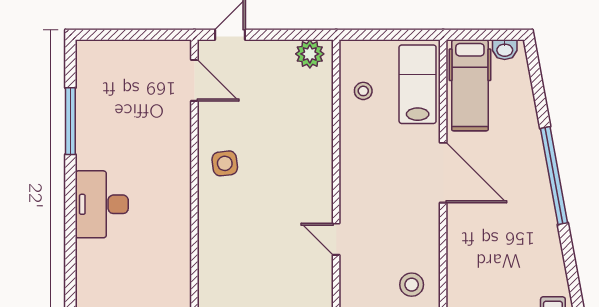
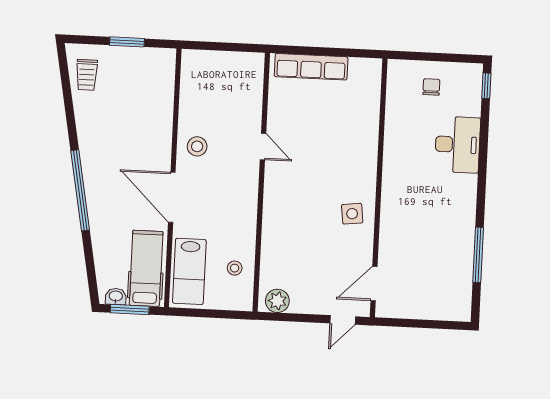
window: (487, 35) -> (130, 310), added
door: (194, 80) -> (374, 284), hinge flipped
desk: (102, 204) -> (458, 145), moved
stool: (412, 285) -> (197, 146), moved

